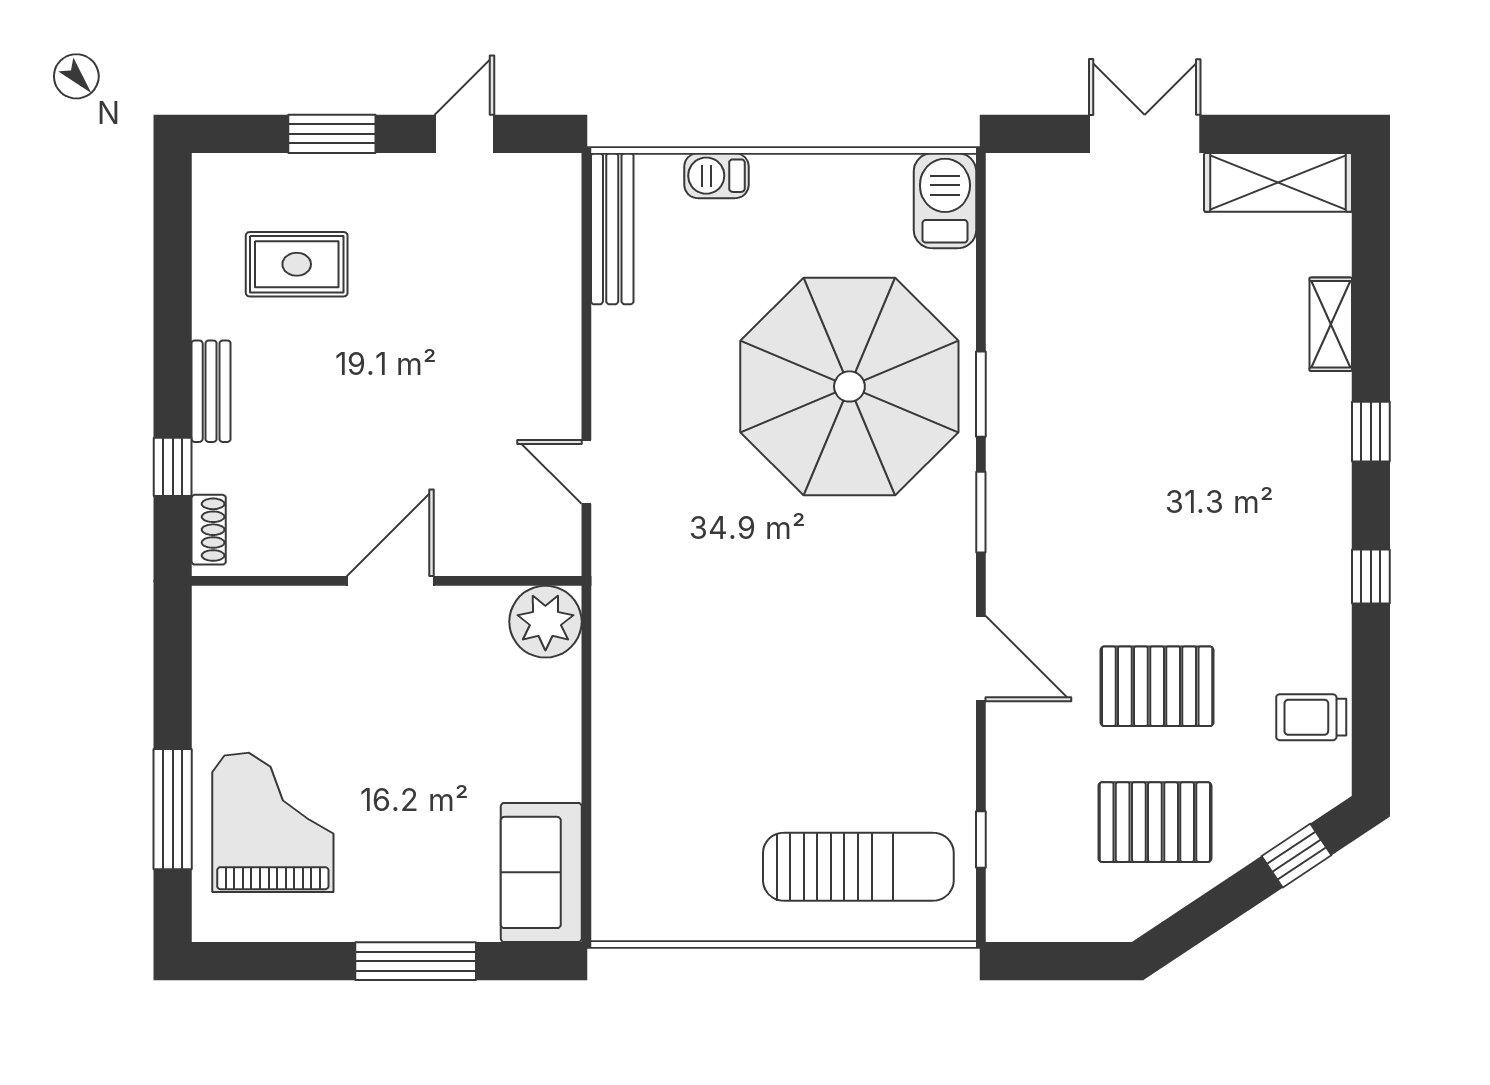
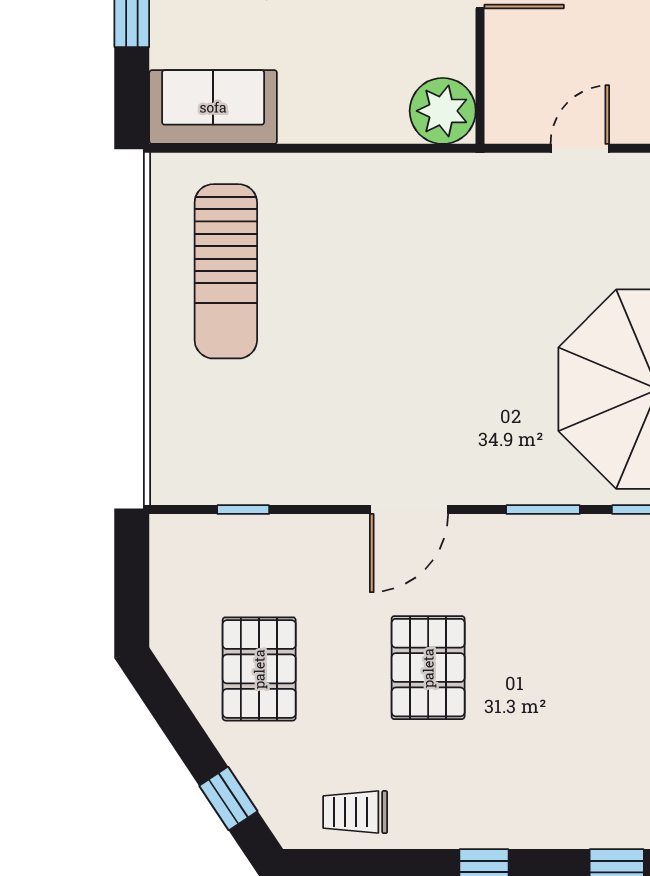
pallet: (1157, 686) -> (428, 668), moved
trolley: (1311, 717) -> (355, 812), turned -90
sun lounger: (858, 867) -> (226, 271), moved

